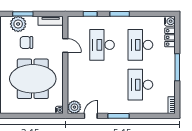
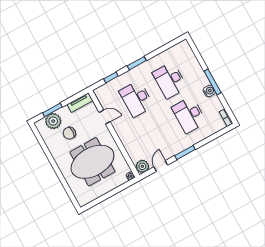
water cooler: (170, 21) -> (209, 91), moved
locker: (170, 37) -> (192, 59), removed

